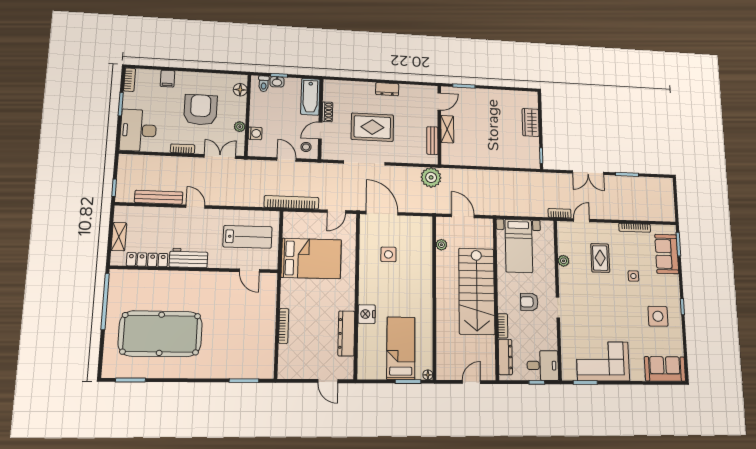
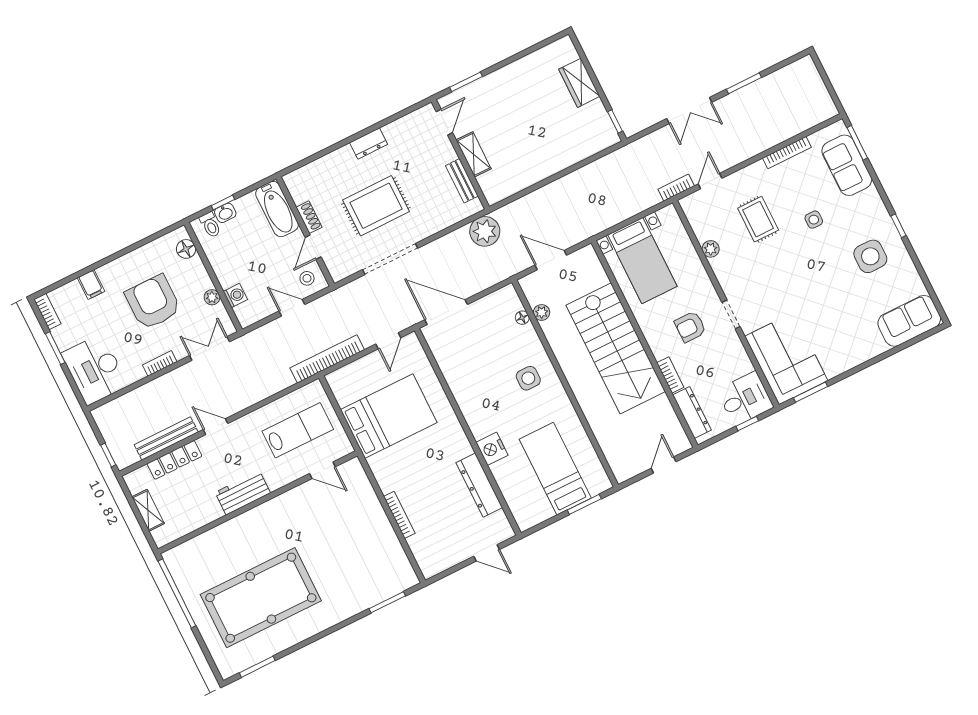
side table: (388, 254) -> (528, 378), moved
locker: (147, 260) -> (174, 460), moved, turned 180
corner sofa: (603, 361) -> (786, 358), moved, turned 90
floor lamp: (428, 375) -> (522, 318), moved

